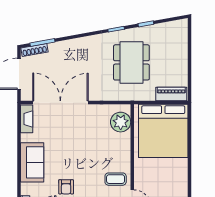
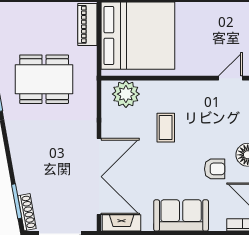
double door: (60, 103) -> (99, 177), swing flipped
coffee table: (116, 179) -> (166, 128), moved

